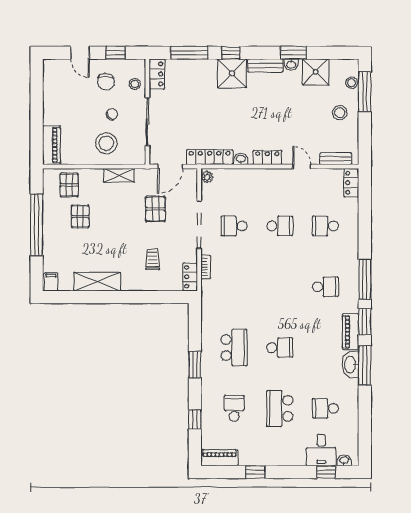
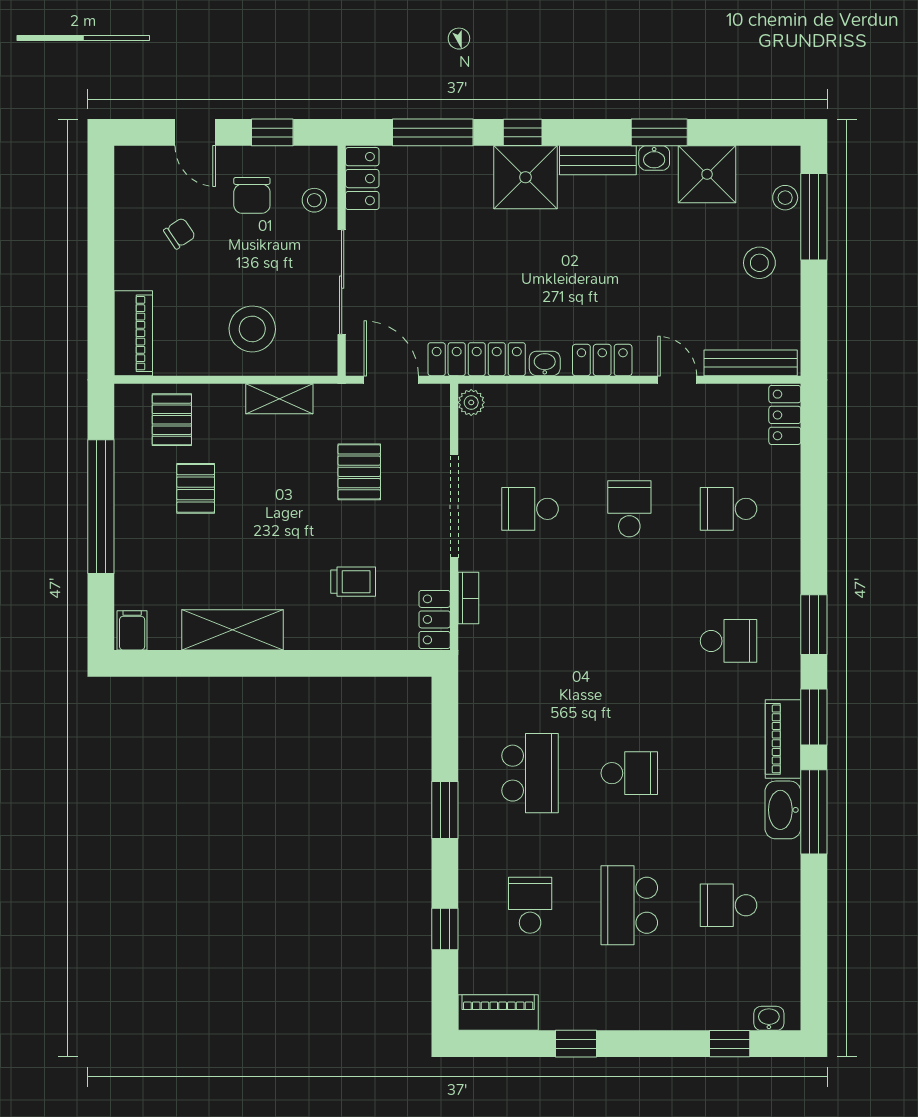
chair: (112, 114) -> (179, 233), moved
bench: (336, 159) -> (751, 363), width x1.36
door: (170, 167) -> (391, 380), swing flipped
school desk: (280, 226) -> (629, 509), turned -90
trolley: (153, 259) -> (353, 582), turned 90
window: (365, 279) -> (814, 625), width x0.69
desk: (321, 450) -> (719, 996), removed

